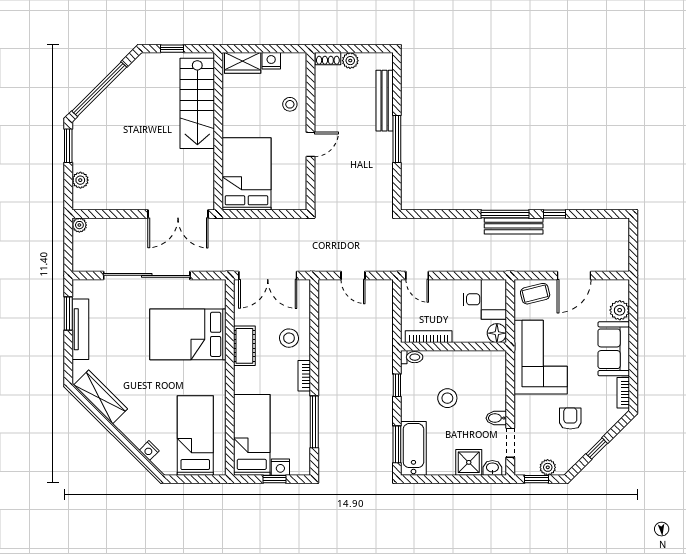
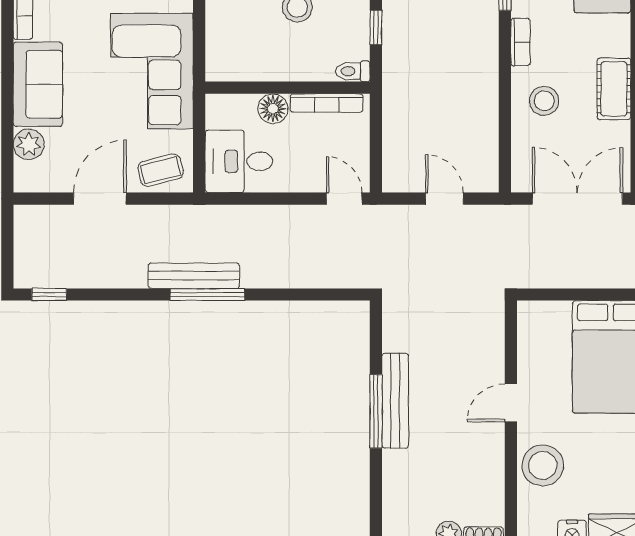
bench: (385, 101) -> (395, 401), moved
stool: (290, 104) -> (543, 465), width x1.89, depth x1.89
window: (554, 214) -> (49, 294), moved
floor lamp: (497, 333) -> (273, 109), moved

